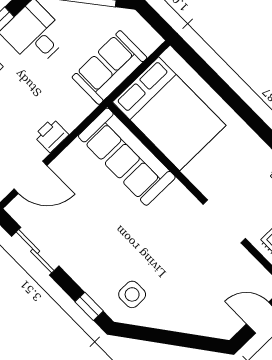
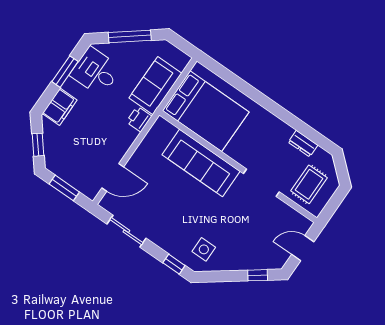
printer: (51, 135) -> (139, 119), moved
sofa: (127, 157) -> (201, 163), moved
window: (196, 342) -> (258, 275), added

